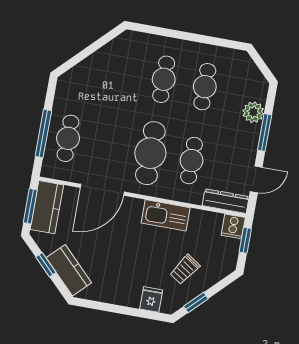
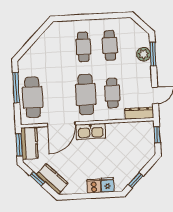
window: (43, 133) -> (16, 88), moved
window: (265, 133) -> (153, 54), moved
cafe table: (68, 138) -> (33, 97), width x1.37, depth x1.35
kitchen sink: (166, 215) -> (91, 132), moved
cooker: (233, 226) -> (94, 186), moved, turned 180
trolley: (185, 269) -> (124, 161), removed

